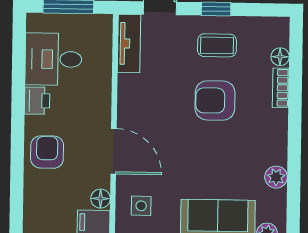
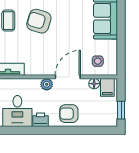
armchair: (215, 101) -> (39, 21), turned 107
plant: (101, 113) -> (47, 84), added

